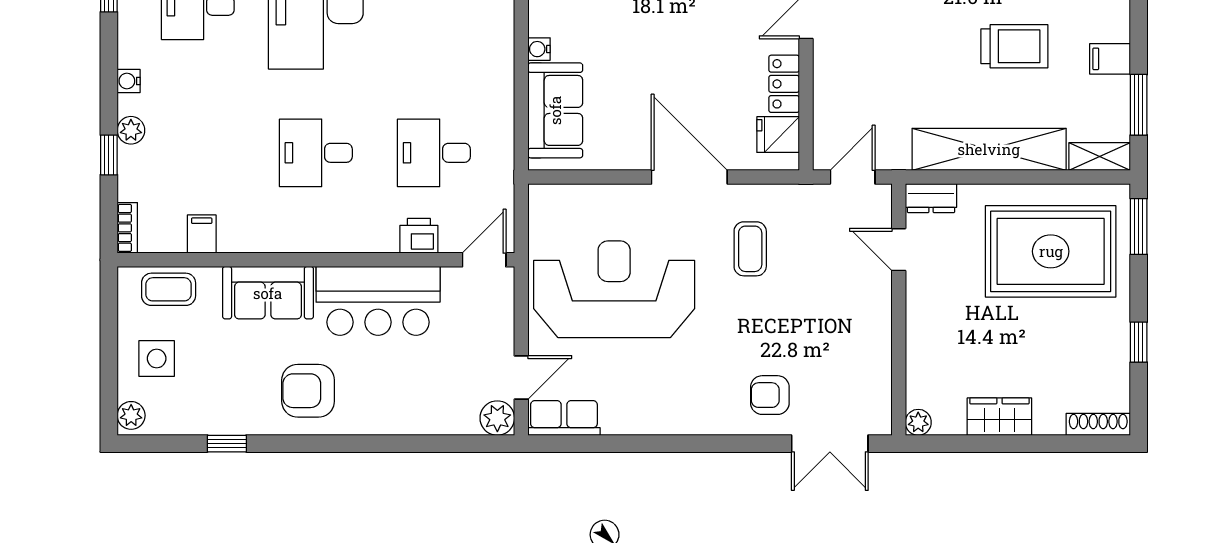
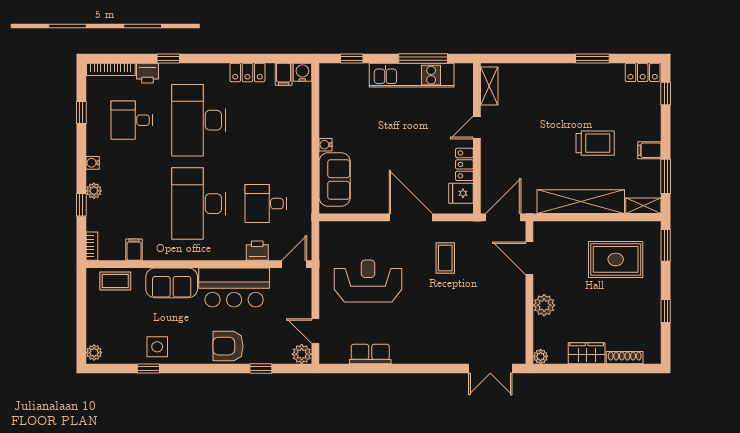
desk: (316, 153) -> (199, 204), width x1.87, depth x1.30
door: (853, 177) -> (503, 217), width x1.38
dresser: (931, 198) -> (548, 229), removed
door: (899, 250) -> (529, 258), width x1.38
rug: (1051, 251) -> (616, 259), width x0.73, depth x0.69
reception desk: (614, 289) -> (368, 281), width x0.74, depth x0.77
plant: (925, 332) -> (544, 305), added
side table: (157, 359) -> (157, 347), moved
door: (521, 378) -> (315, 331), swing flipped
armchair: (308, 391) -> (228, 346), moved
armchair: (770, 395) -> (456, 341), removed
row of seats: (564, 418) -> (370, 354), moved
shoe rack: (1098, 424) -> (625, 358), moved
window: (425, 444) -> (261, 368), added

